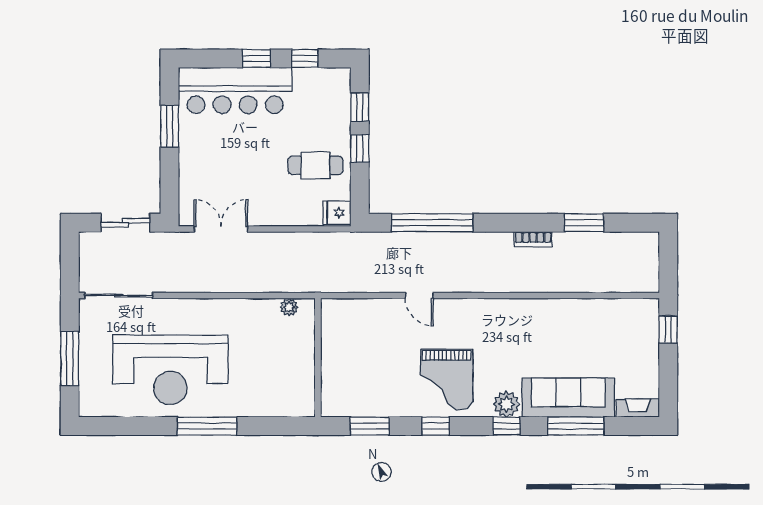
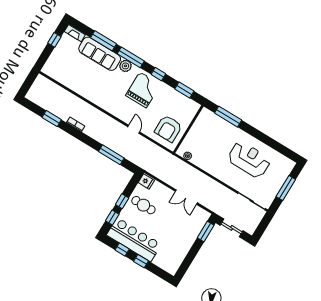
bar counter: (235, 90) -> (134, 240), moved
window: (170, 126) -> (206, 232), moved
window: (432, 223) -> (111, 155), width x0.68
double door: (221, 229) -> (186, 197), moved
window: (668, 330) -> (54, 40), moved
armchair: (356, 336) -> (168, 129), added
reception desk: (170, 370) -> (249, 160), width x0.74, depth x0.77
window: (207, 426) -> (228, 117), moved
window: (506, 426) -> (131, 57), width x2.17

